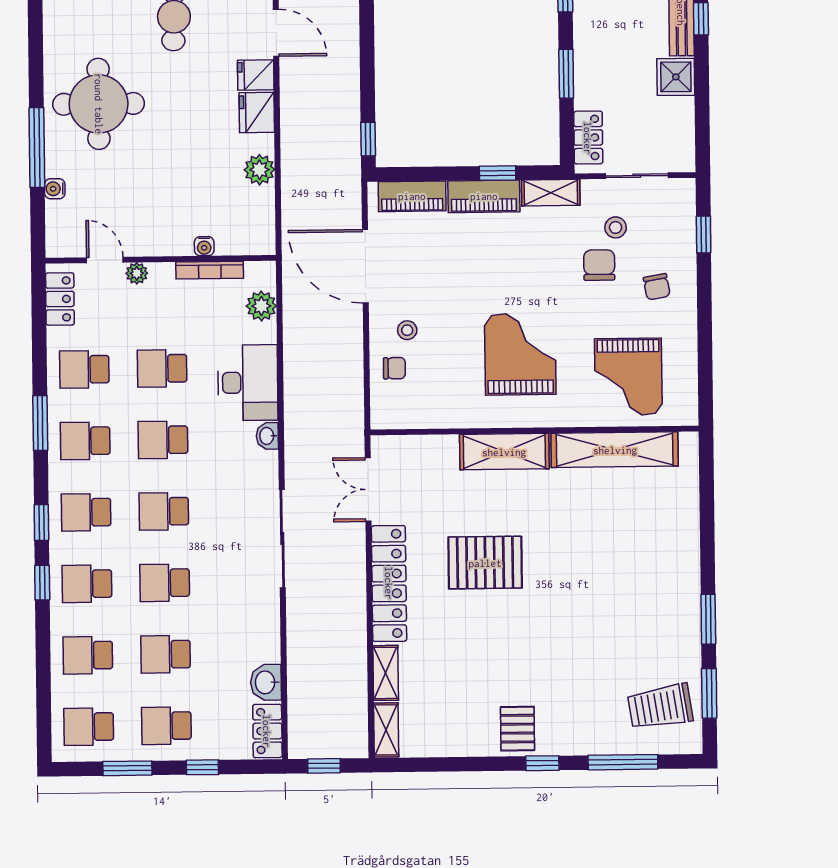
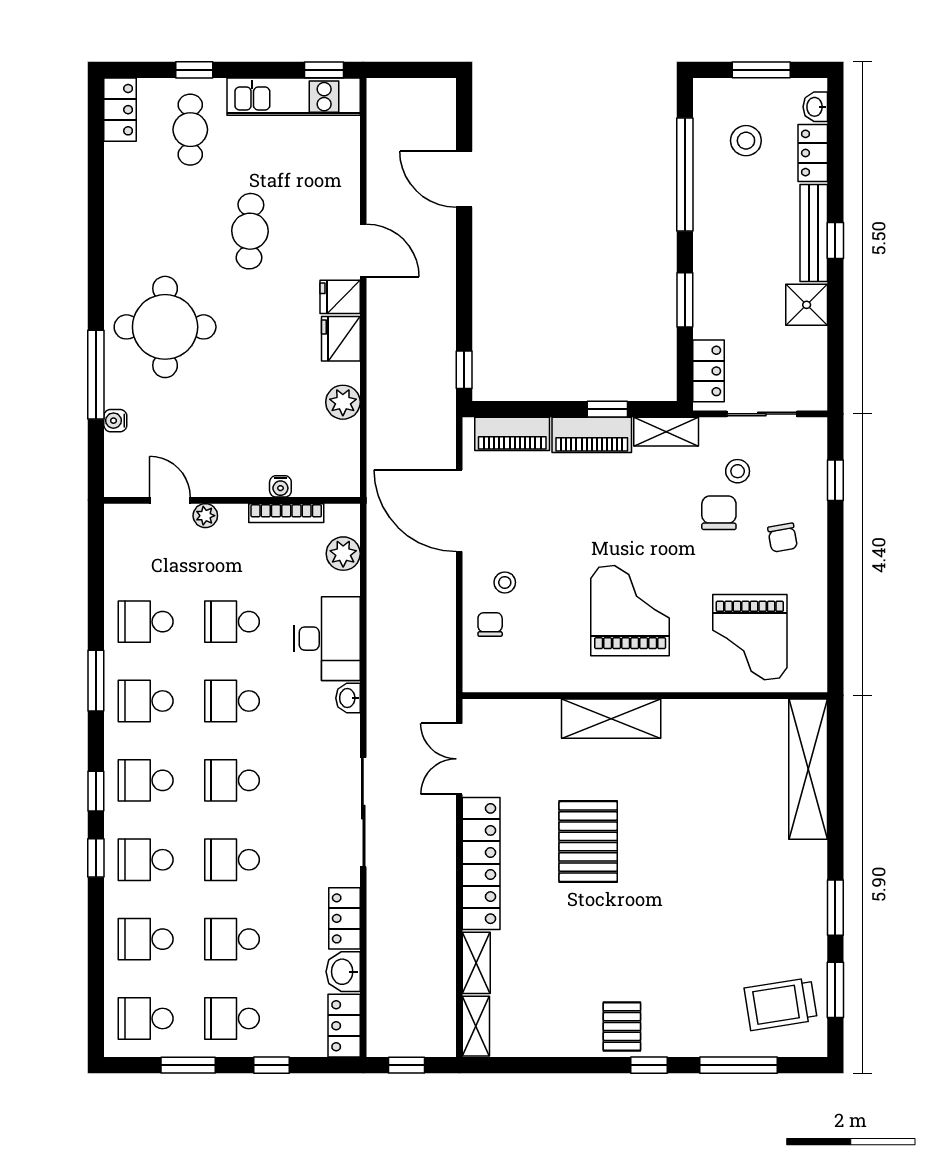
locker: (60, 299) -> (344, 918), moved, turned 180
chair: (394, 368) -> (490, 624), turned -90
shelving: (615, 450) -> (808, 769), moved, turned 90
pallet: (485, 563) -> (588, 842), turned 90

